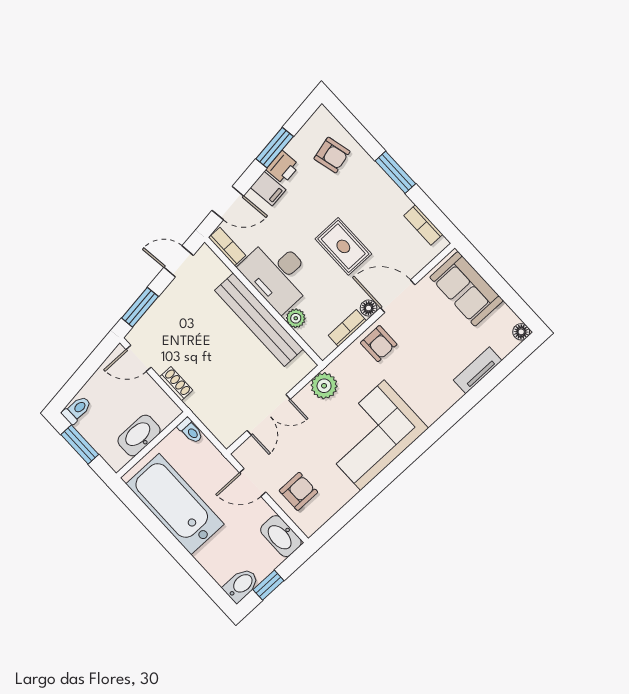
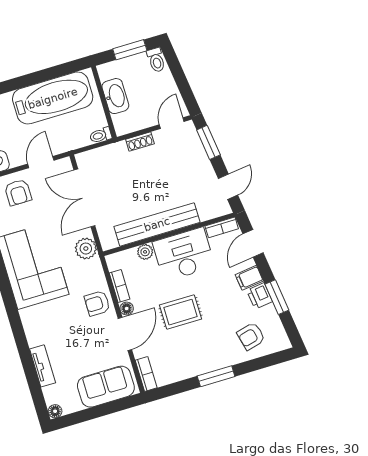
bookcase: (423, 225) -> (146, 374), moved, turned 90
double door: (269, 415) -> (84, 198), width x1.37

